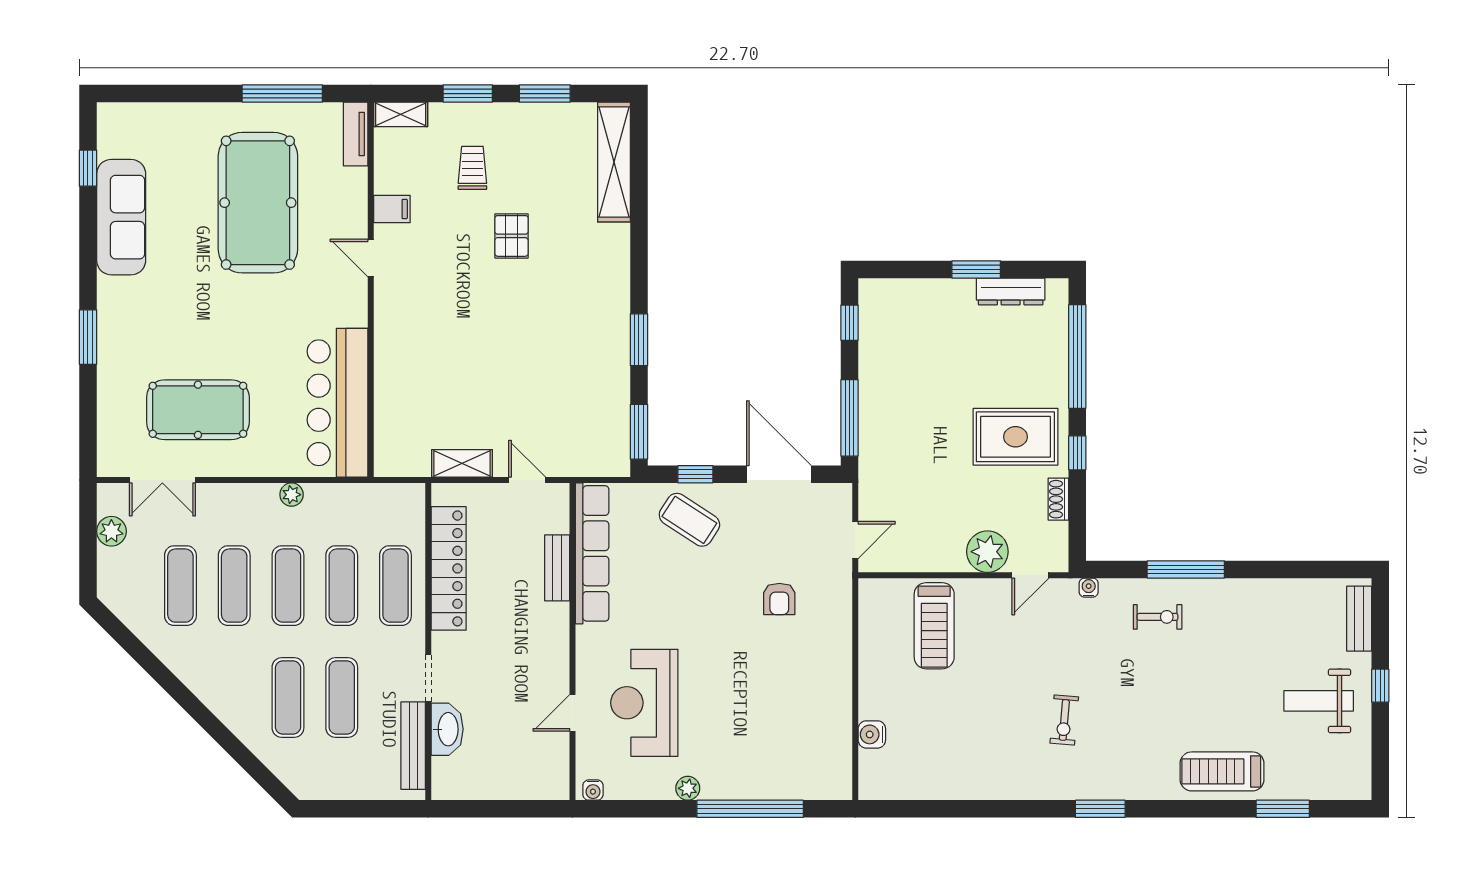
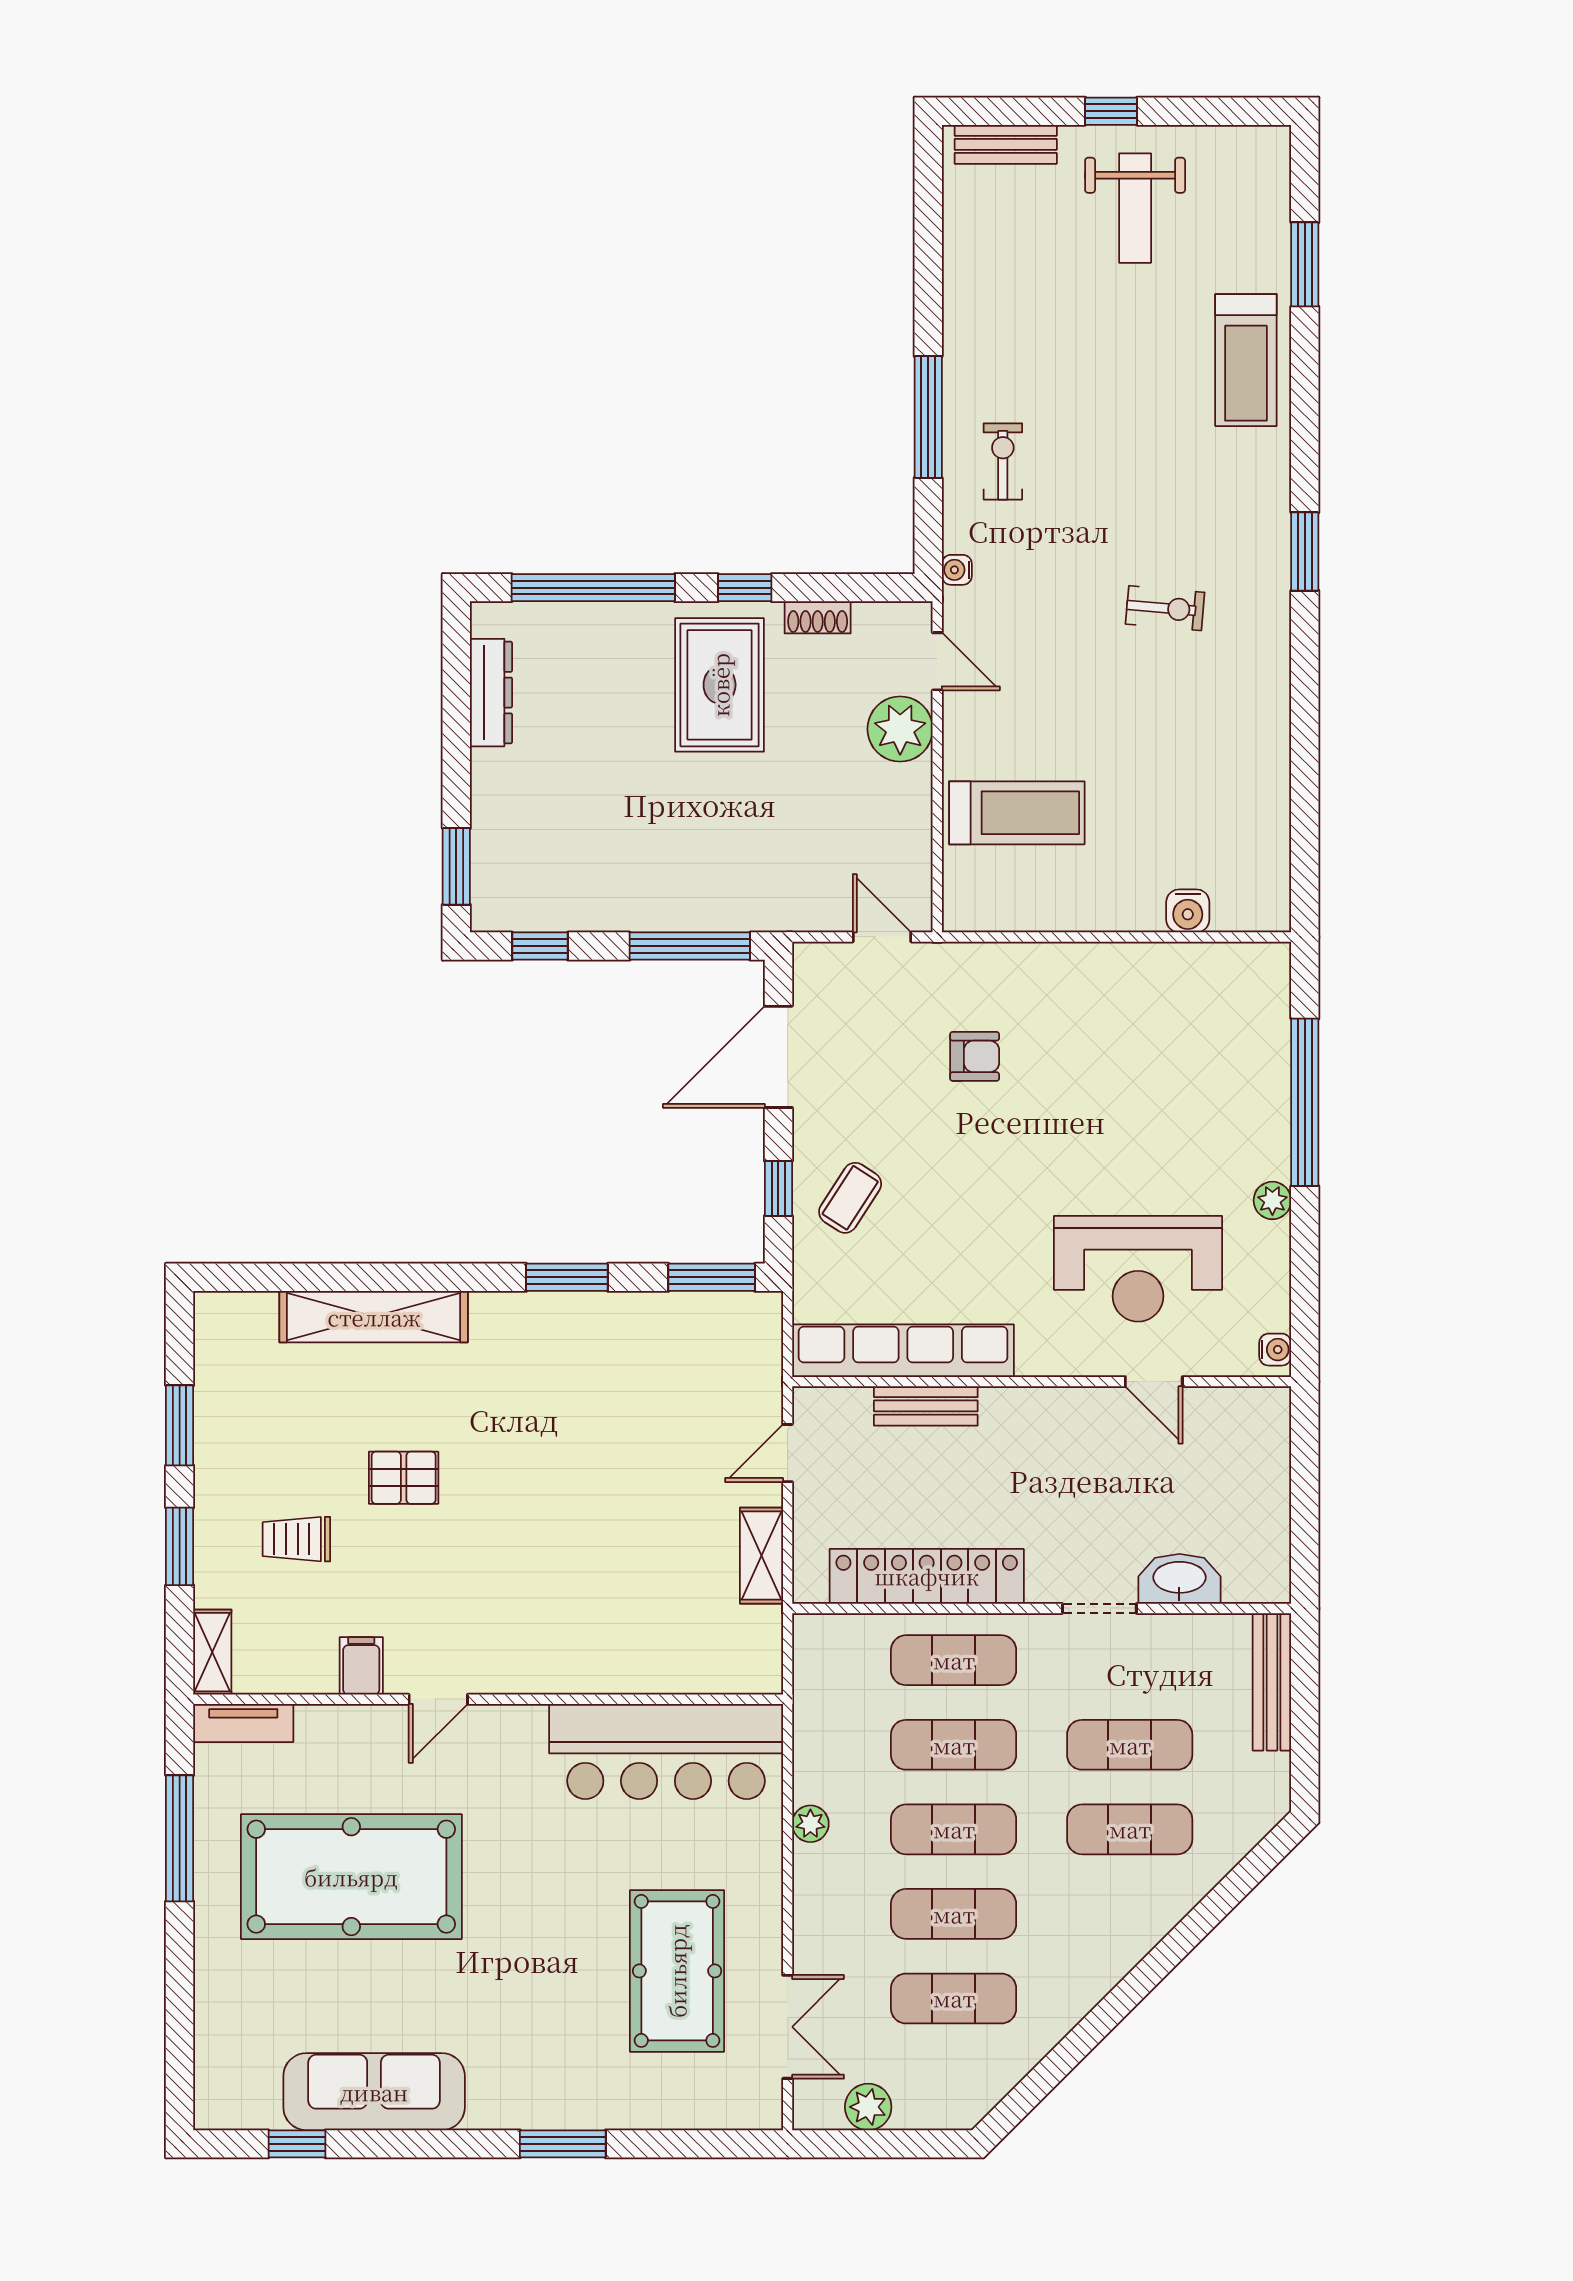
shelving: (614, 162) -> (374, 1317), moved
window: (976, 269) -> (456, 866), moved
coffee table: (689, 520) -> (850, 1198), width x0.73, depth x0.77
bench: (413, 746) -> (1272, 1682), moved, turned 90

